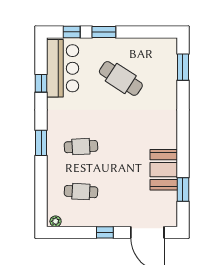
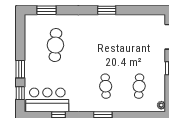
cafe table: (121, 78) -> (55, 45), moved, turned -30
booth: (164, 170) -> (123, 25), removed
window: (183, 189) -> (107, 10), moved

